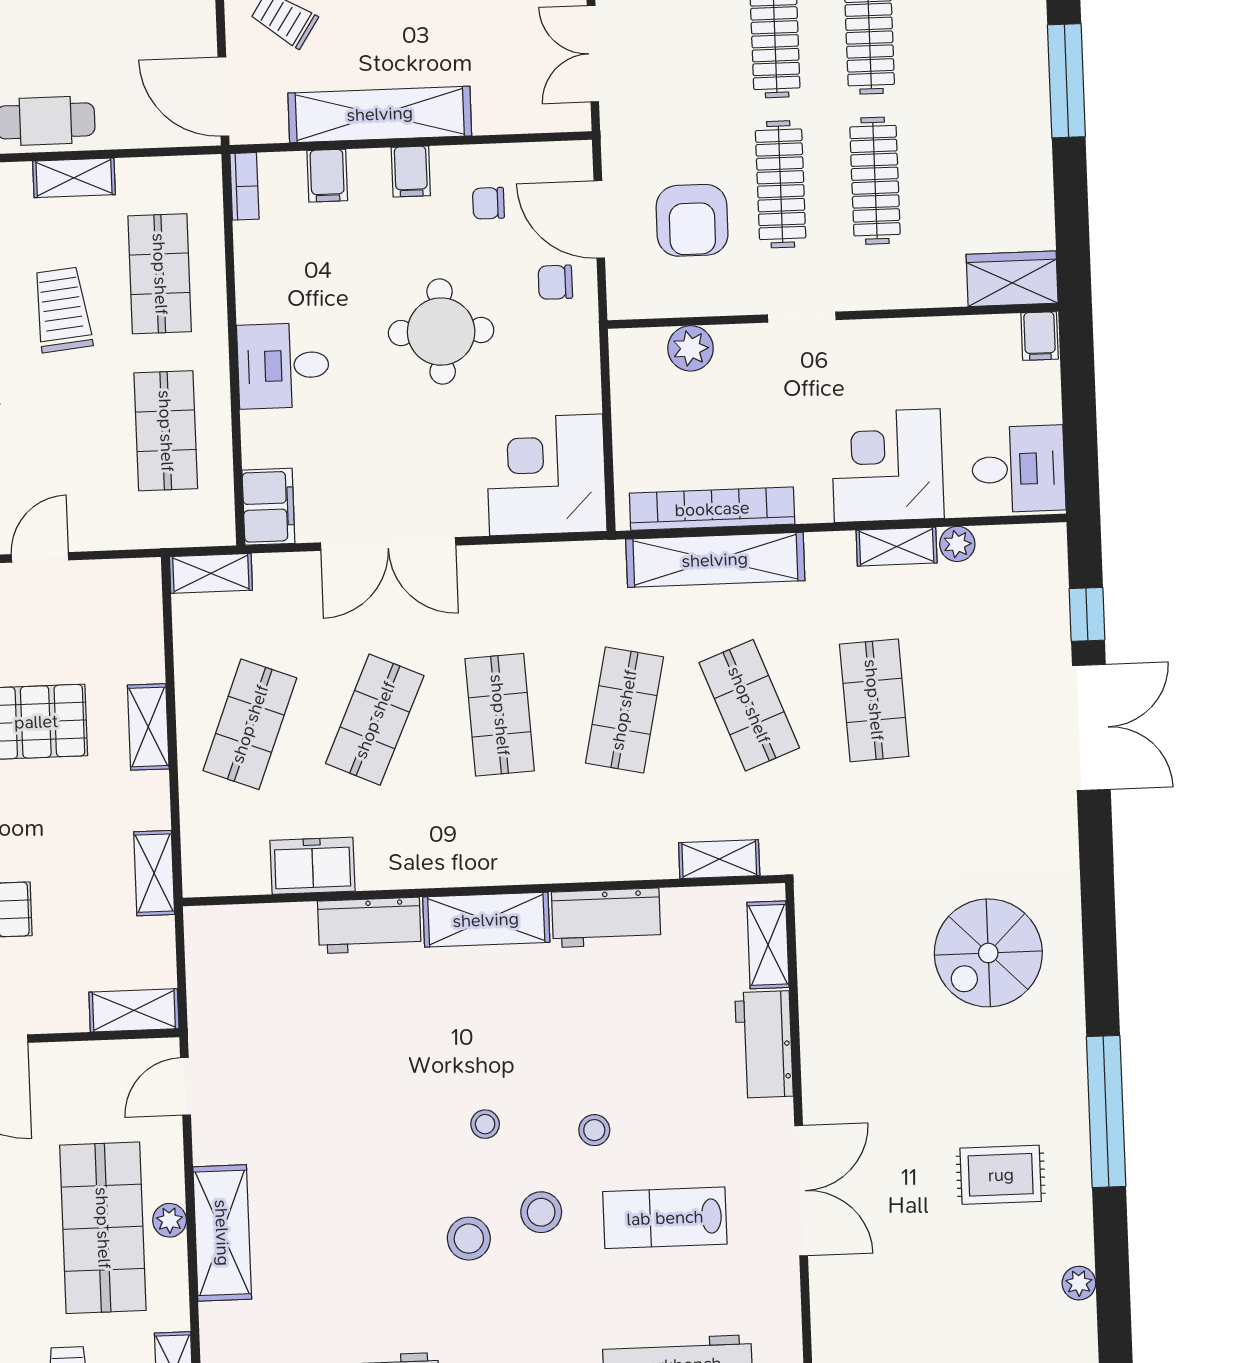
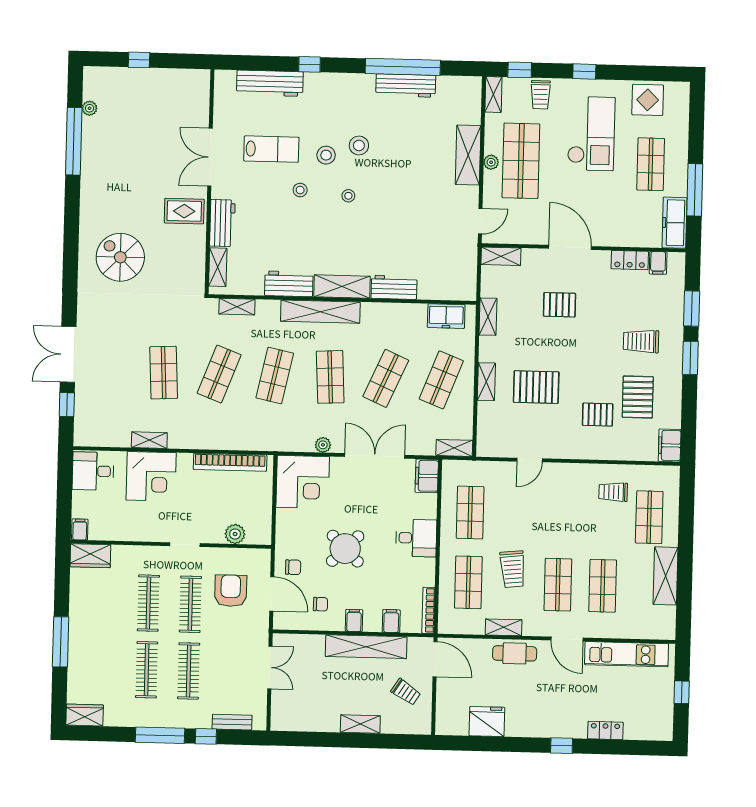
bookcase: (244, 186) -> (428, 610), width x1.56
round table: (441, 332) -> (345, 549), turned 45
plant: (957, 544) -> (323, 445), moved
shelving: (715, 560) -> (320, 312), moved
shop shelf: (749, 705) -> (219, 374), turned 42
freezer: (312, 866) -> (446, 316), moved
spiral stairs: (988, 953) -> (120, 257), turned -90
window: (1106, 1111) -> (74, 141), moved
rug: (1001, 1175) -> (184, 211), moved

